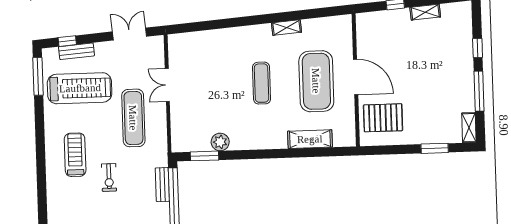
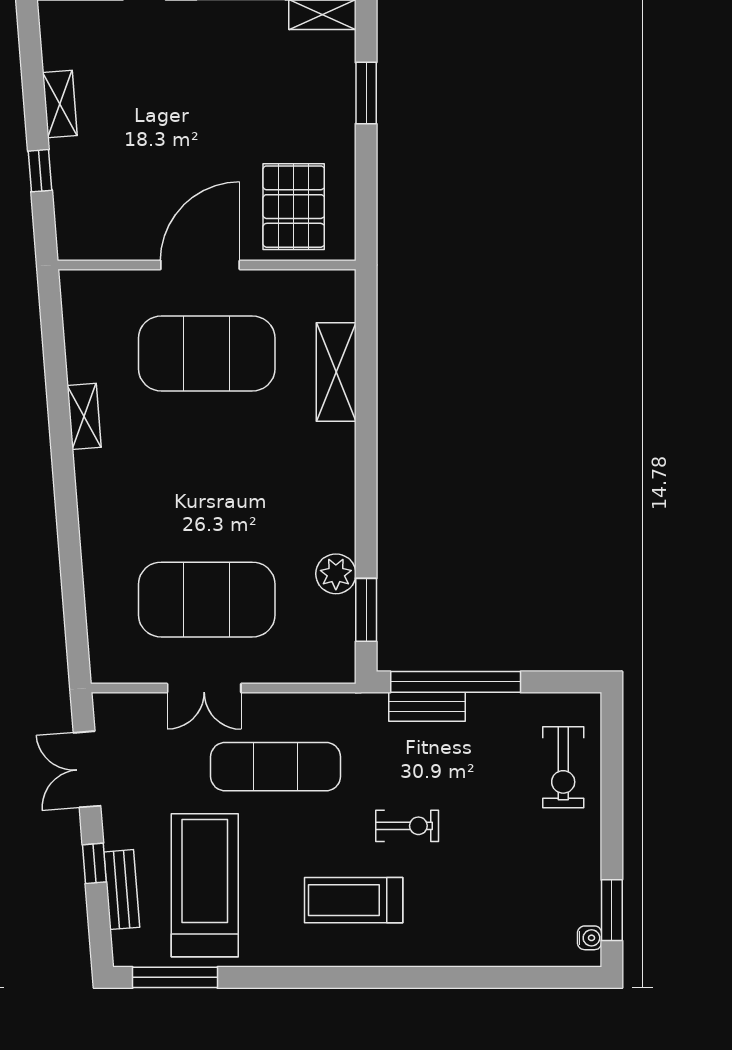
window: (67, 41) -> (94, 863), moved
exercise mat: (262, 83) -> (207, 600), moved, width x2.00, depth x1.45

